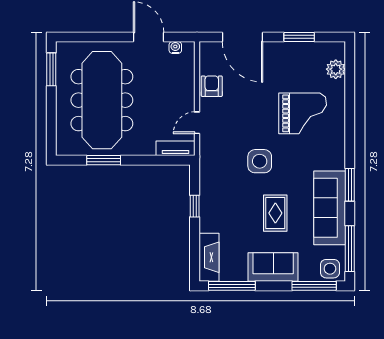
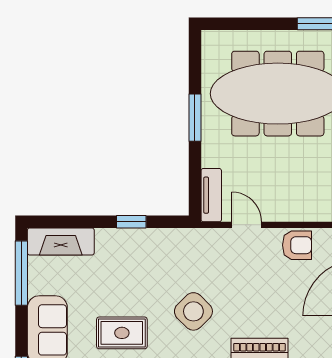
window: (104, 160) -> (195, 118), moved
side table: (260, 161) -> (193, 311), turned 45

